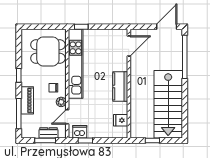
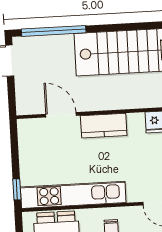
door: (129, 46) -> (61, 115), moved
plant: (61, 102) -> (132, 213), removed

